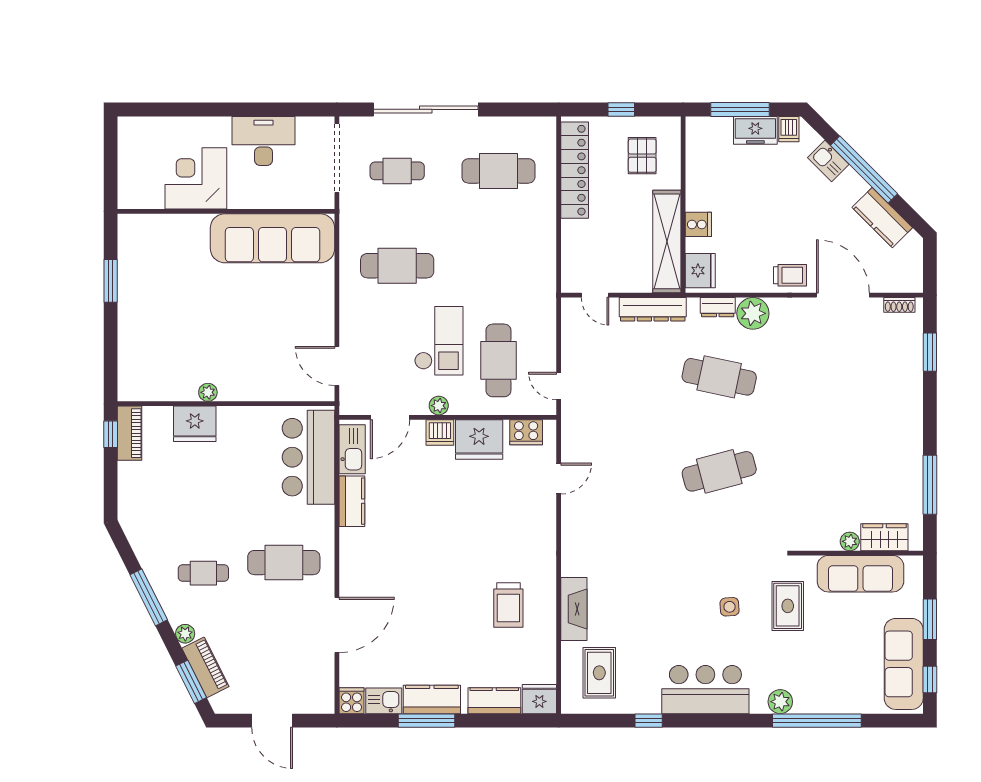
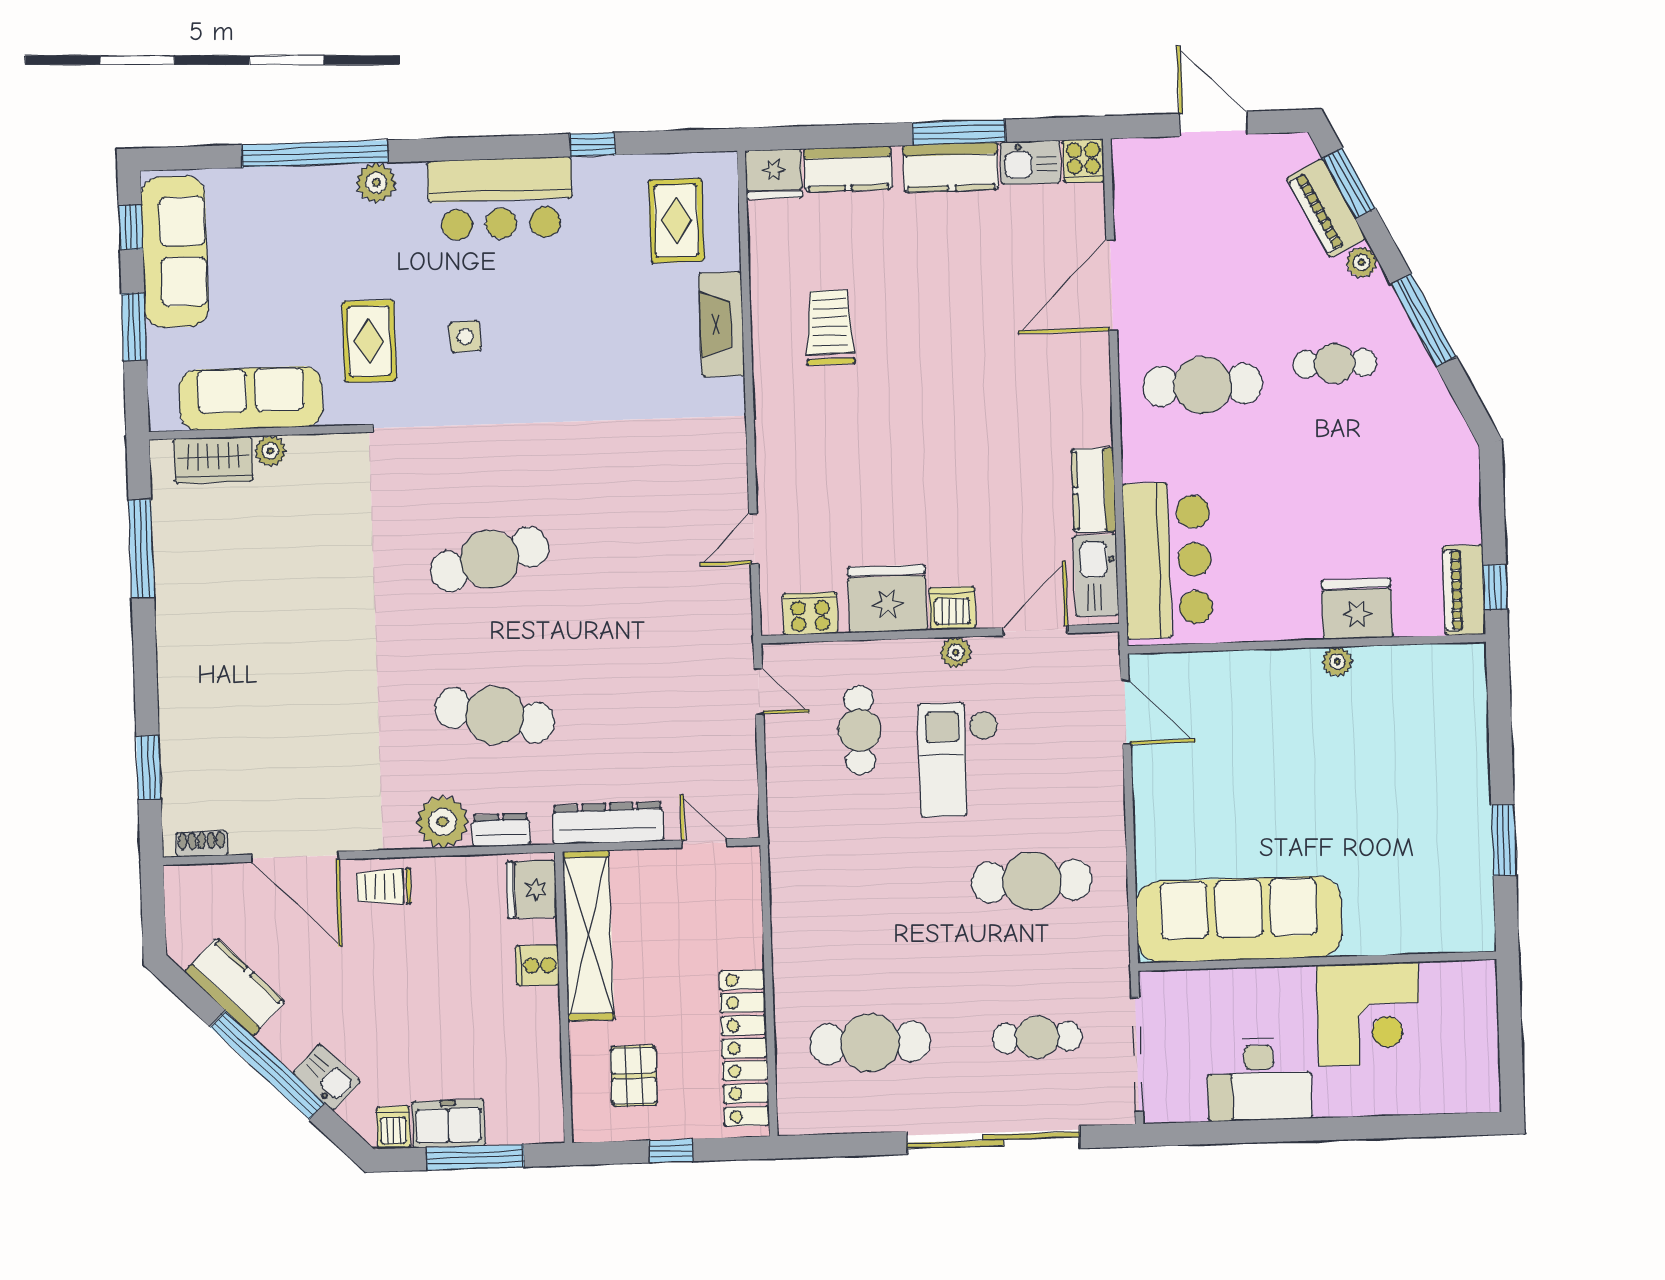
cafe table: (498, 360) -> (860, 730), width x0.73, depth x0.74

